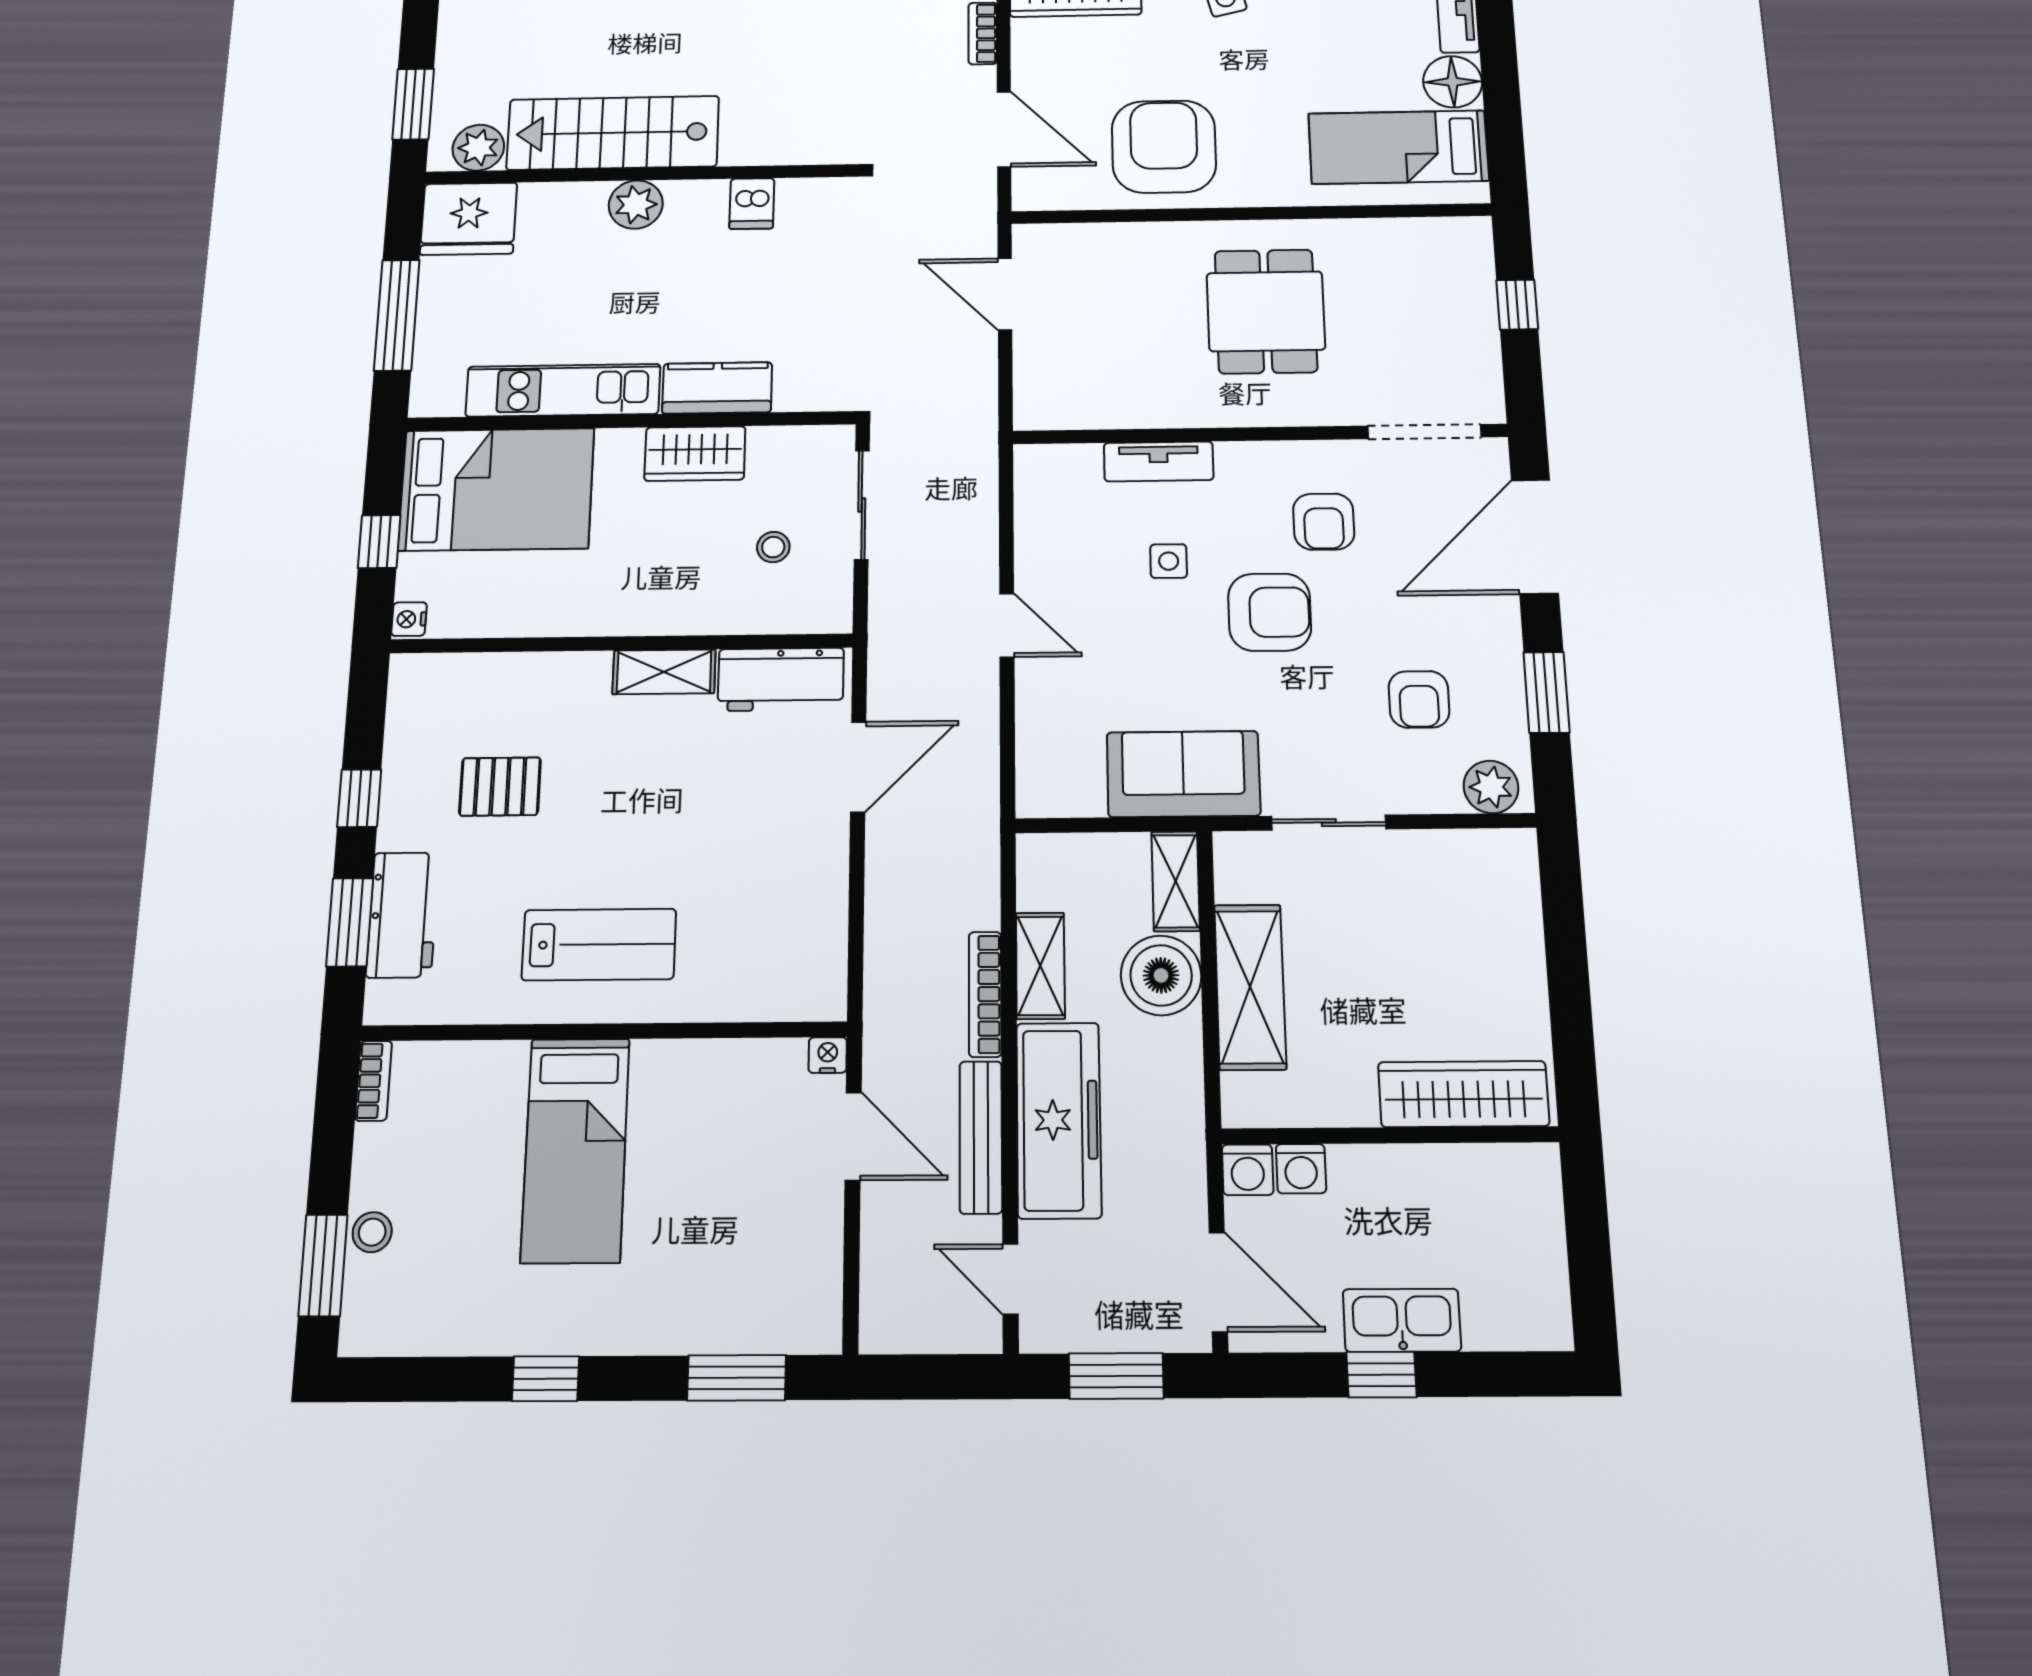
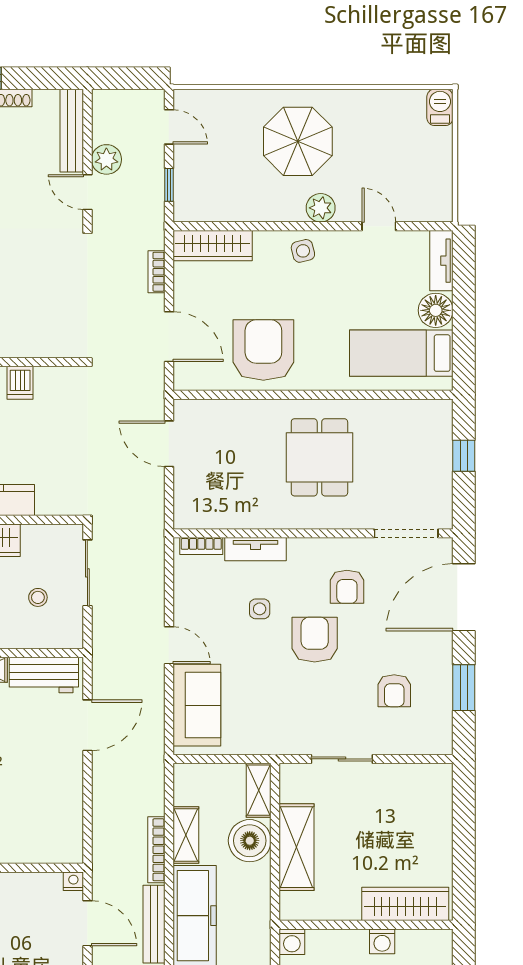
bookcase: (1063, 458) -> (201, 546), added
armchair: (1270, 612) -> (315, 640), turned -90
sofa: (1183, 774) -> (197, 705), moved, turned 90
plant: (1491, 787) -> (430, 740), removed
washing machine: (1301, 1169) -> (382, 941), moved

